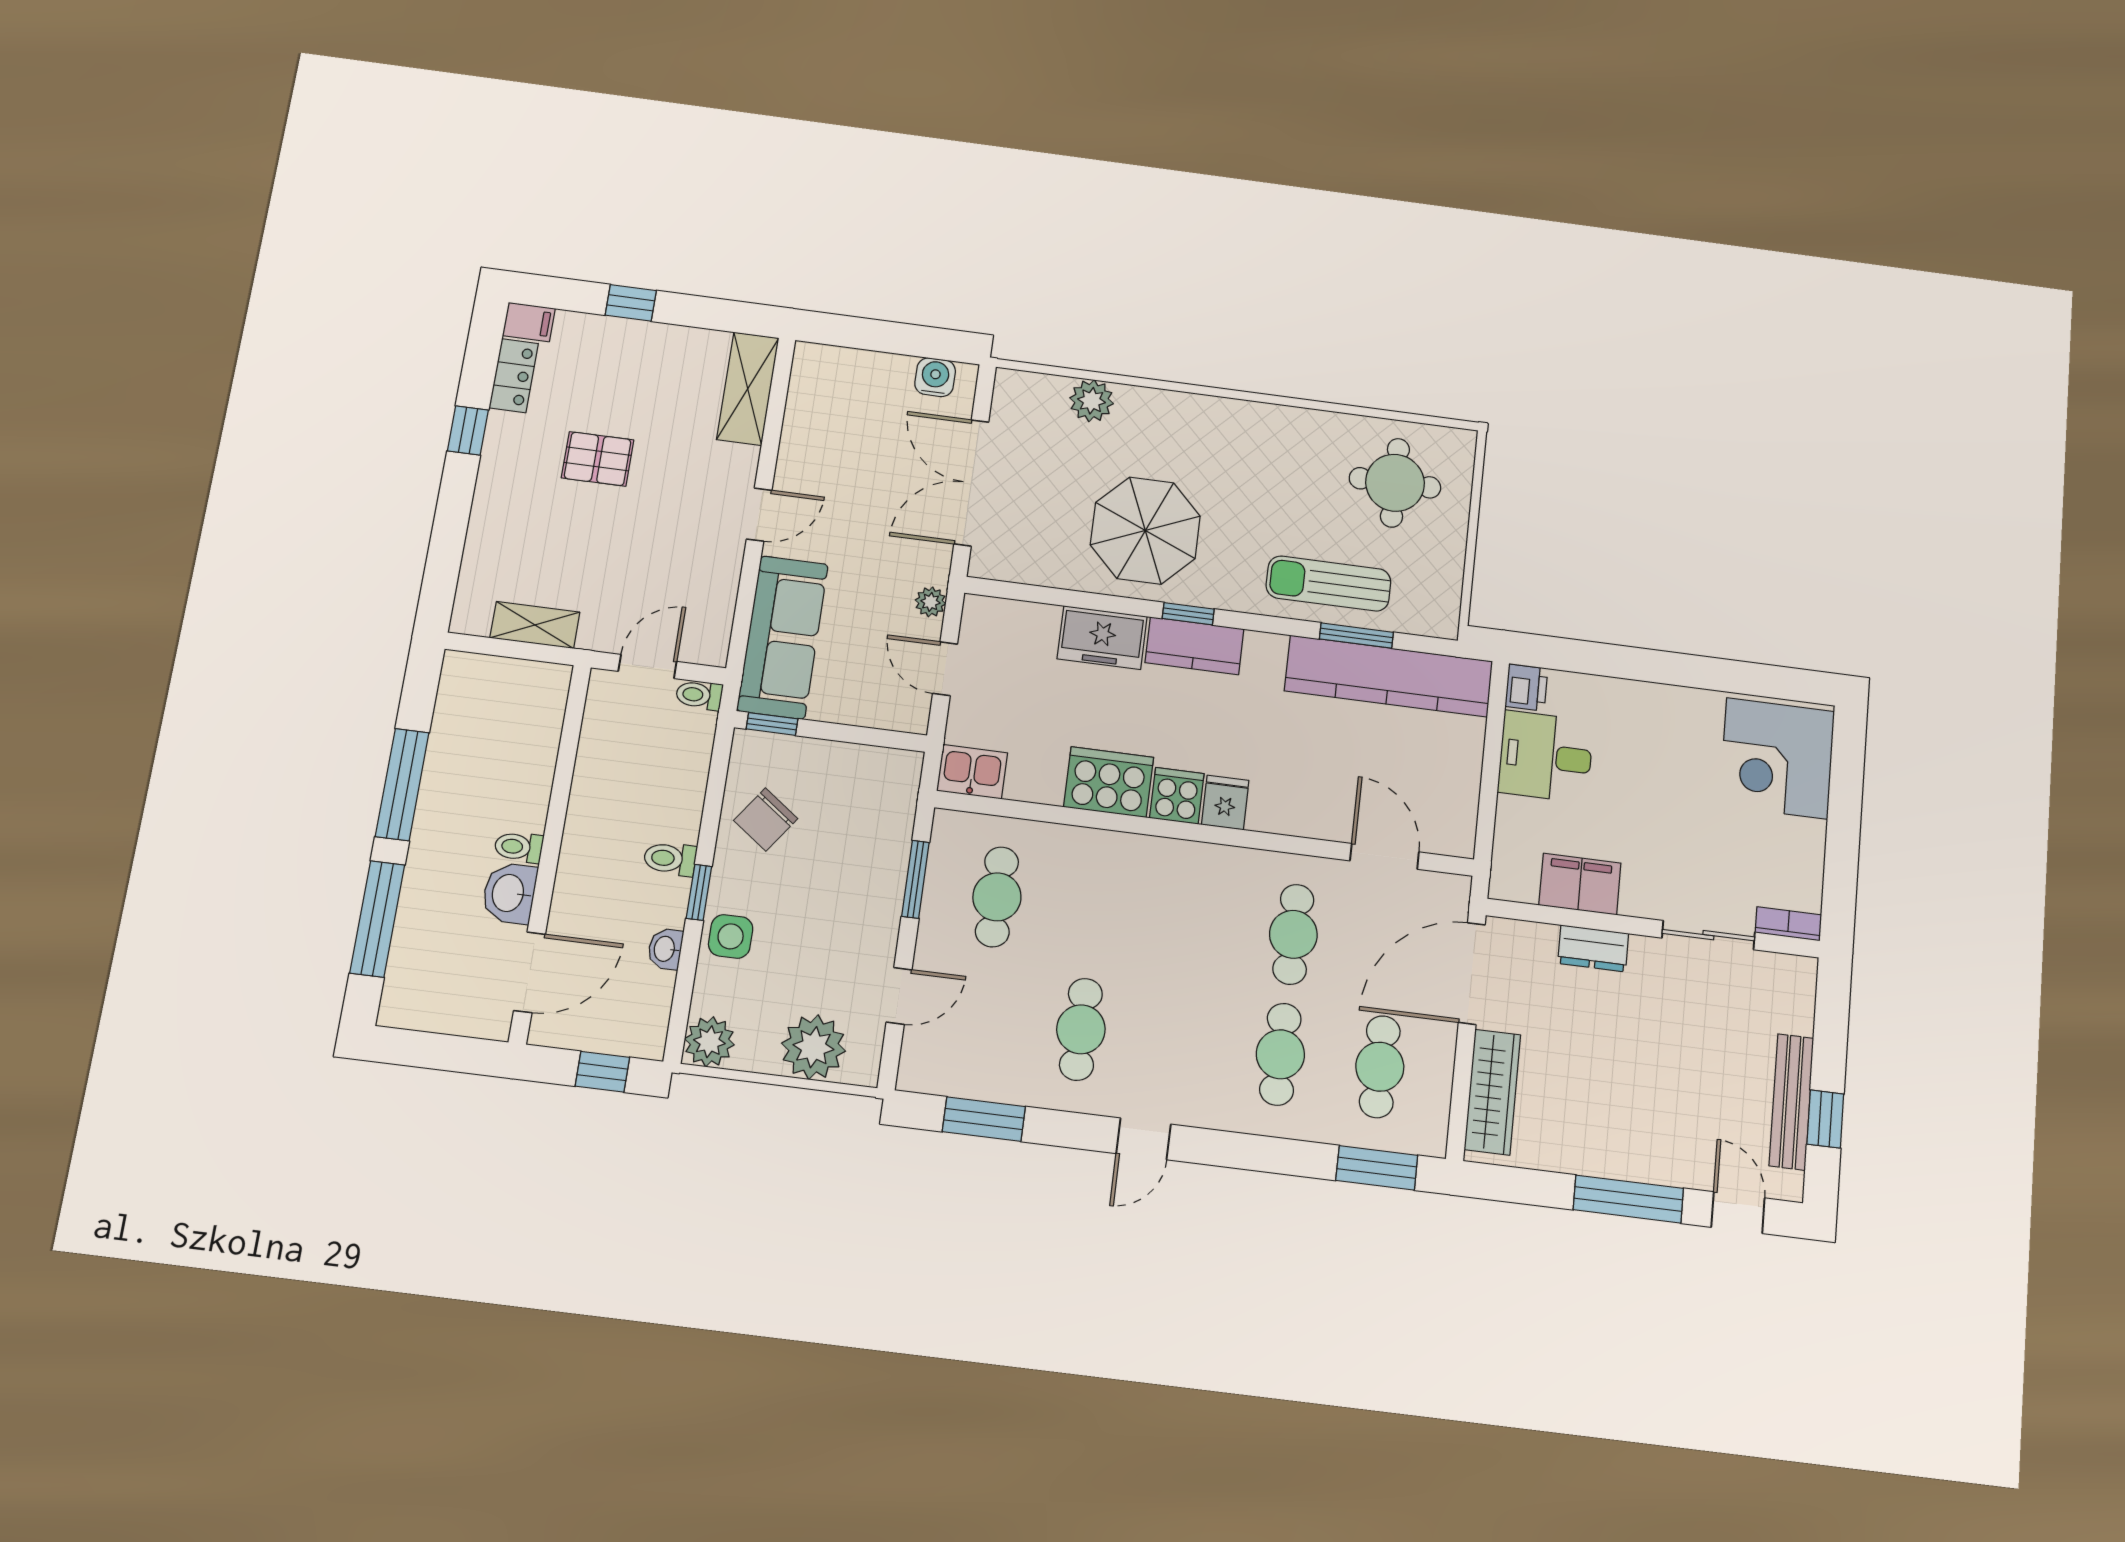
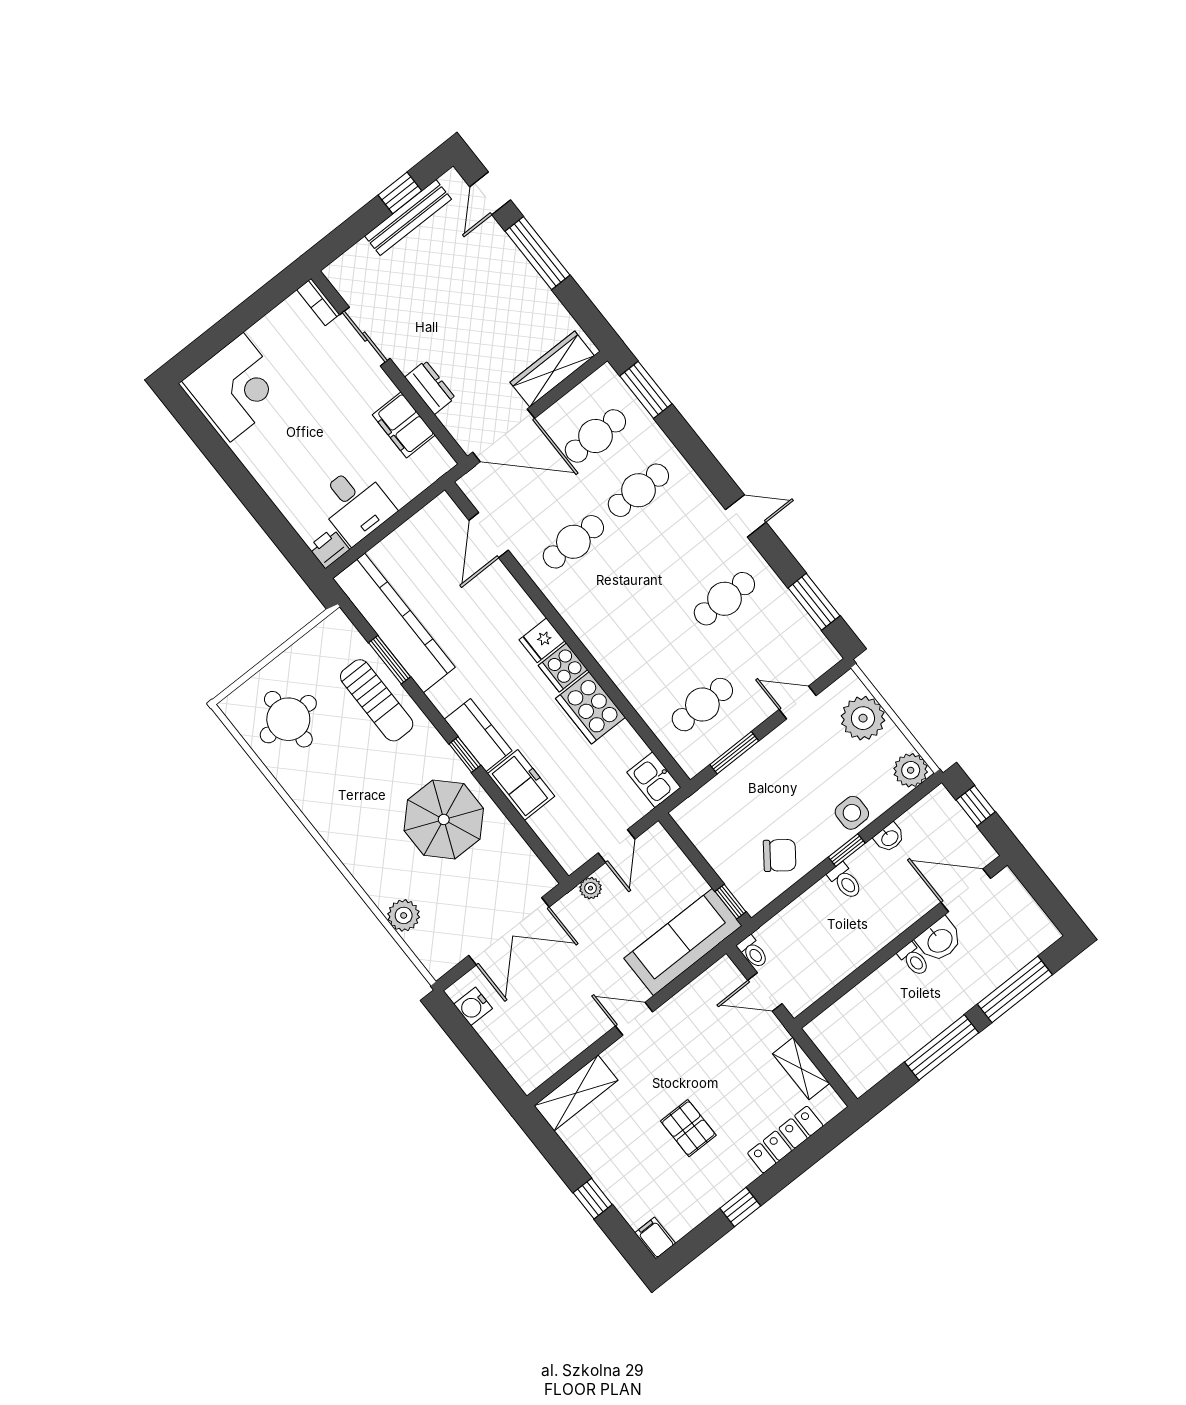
locker: (514, 376) -> (785, 1140), moved, width x1.53

